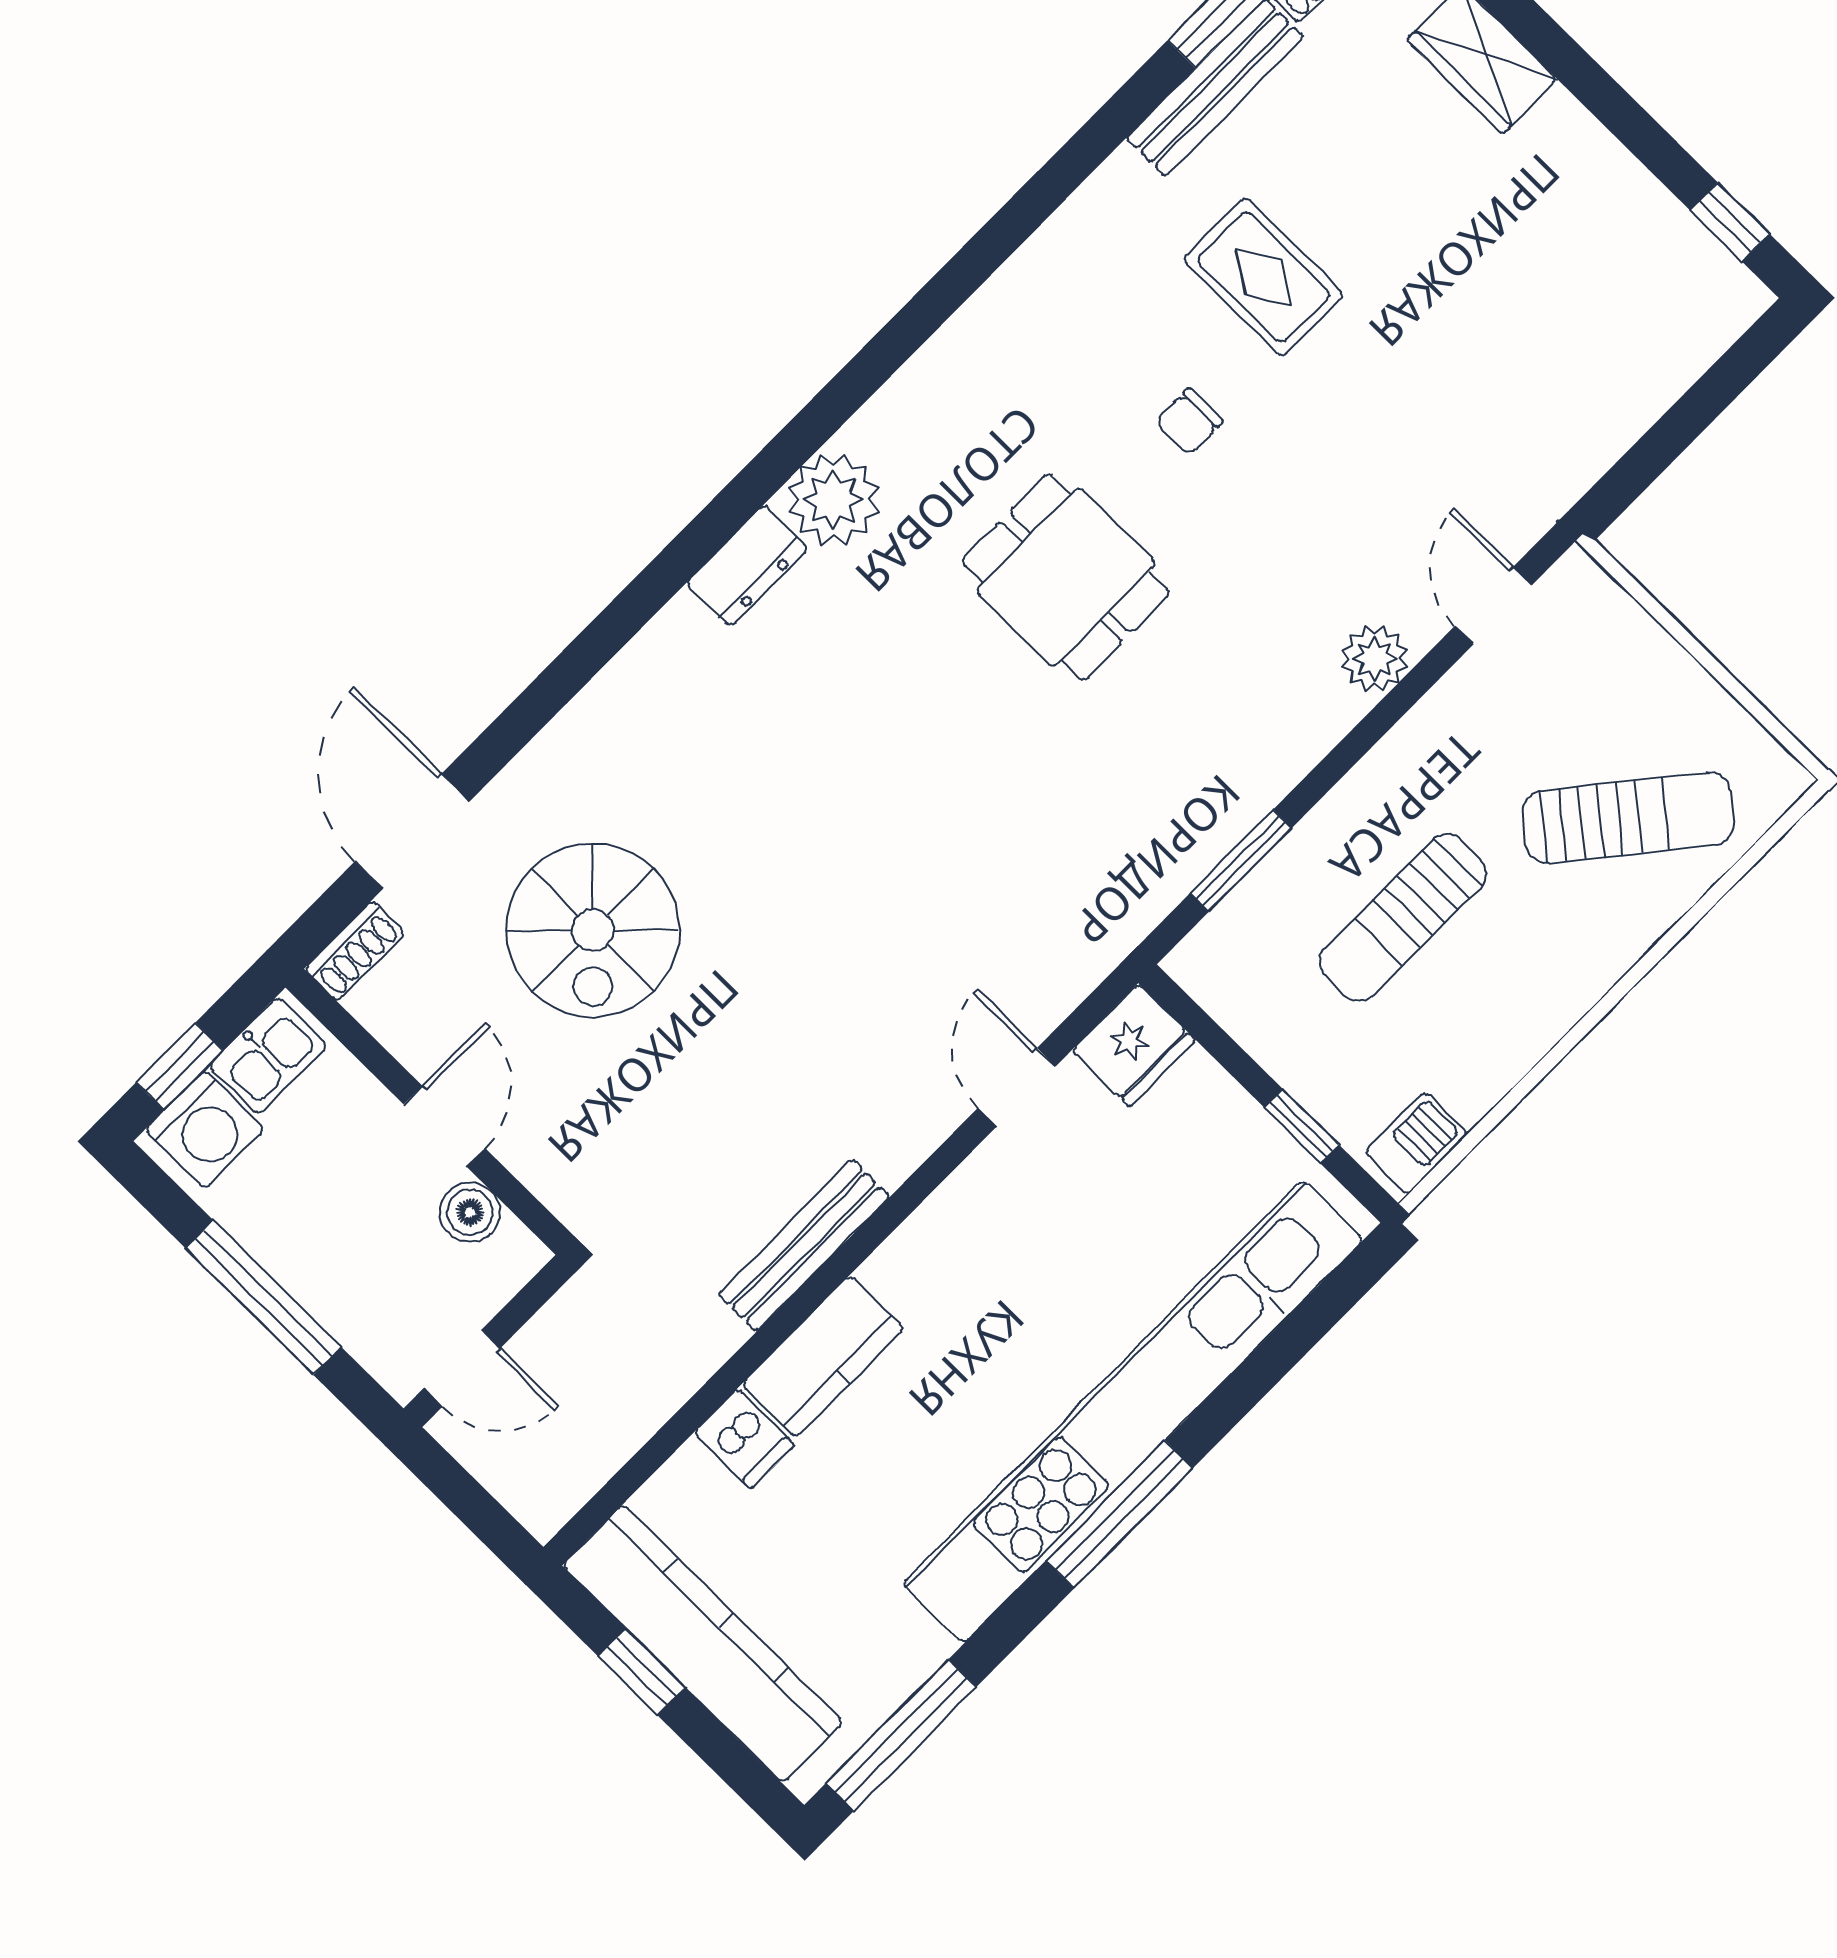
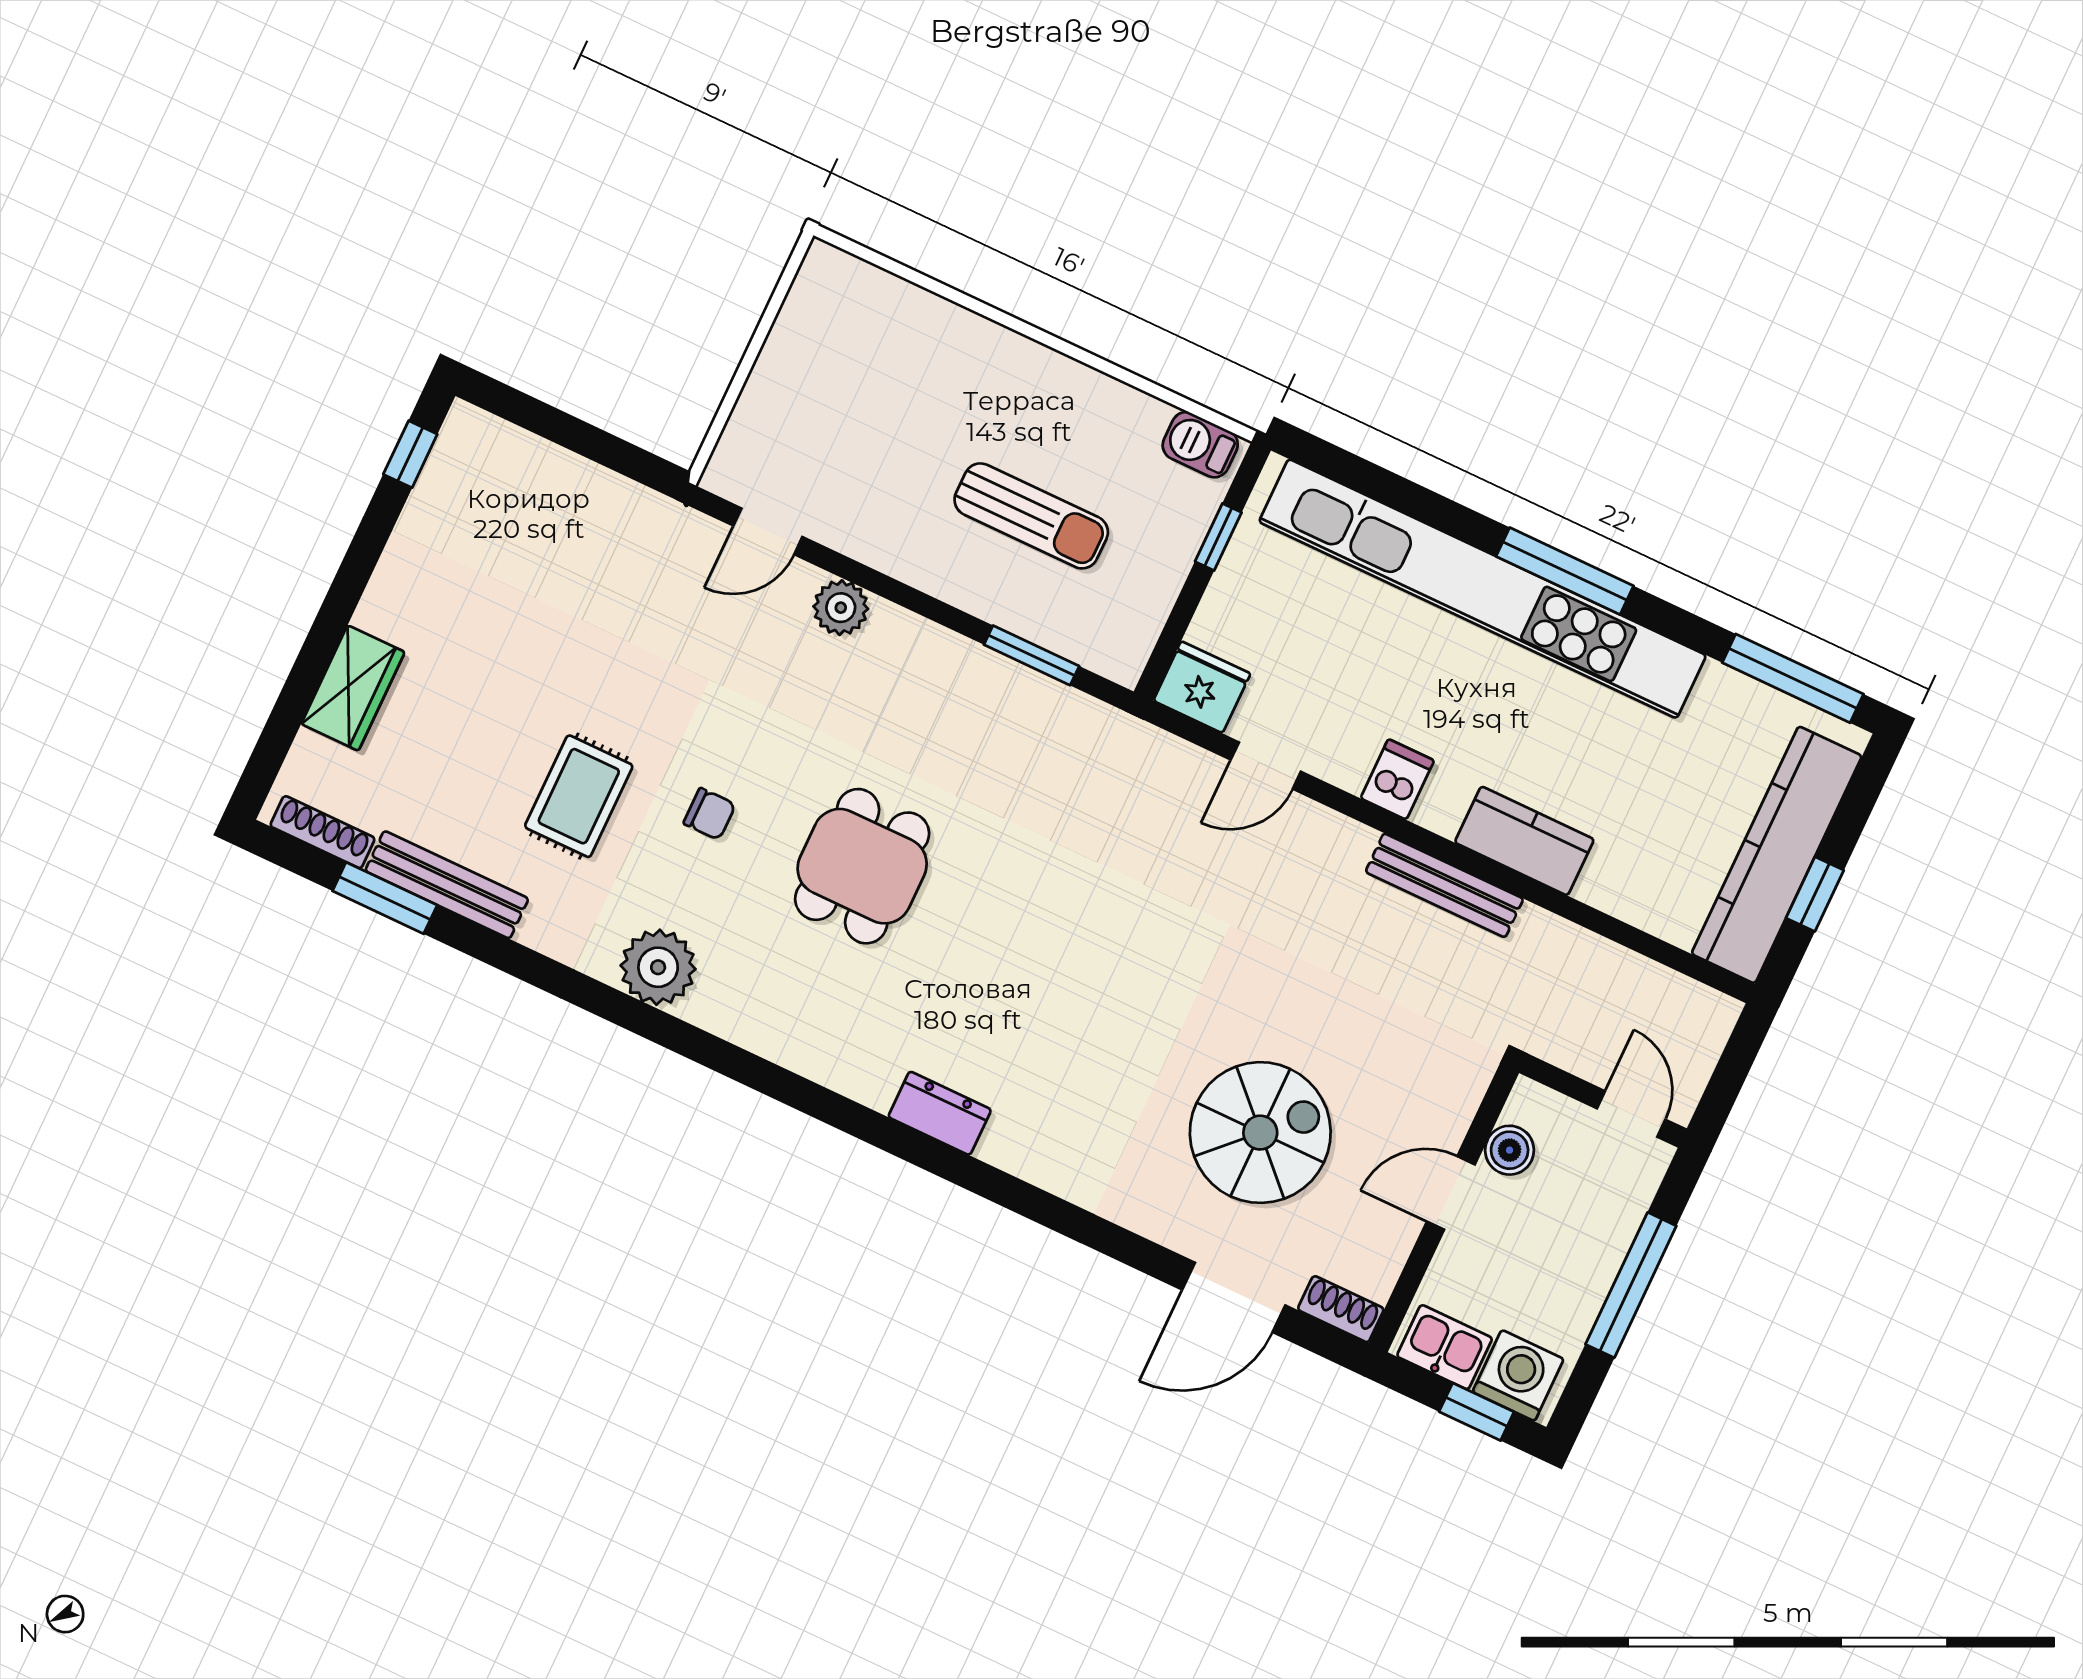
plant: (833, 500) -> (658, 967), moved
sun lounger: (1628, 818) -> (894, 371), removed
dishwasher: (744, 1439) -> (1397, 779), moved

